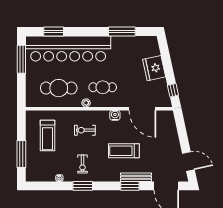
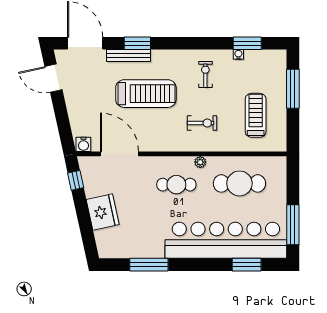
water cooler: (115, 115) -> (83, 144), moved
treadmill: (124, 151) -> (146, 94), width x1.37, depth x1.38
window: (83, 186) -> (247, 43), moved

